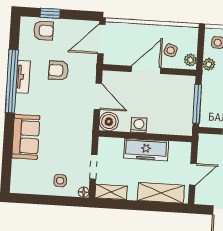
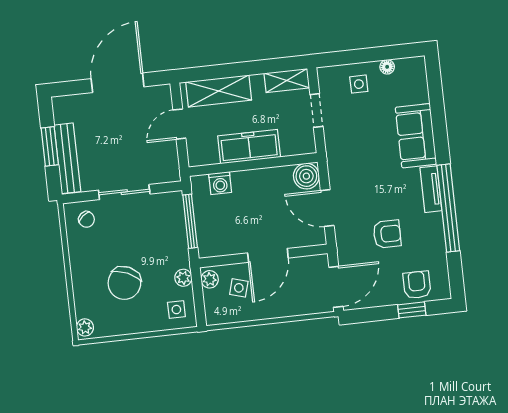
armchair: (43, 31) -> (417, 285), turned 90
tv unit: (23, 77) -> (431, 189), moved
washing machine: (139, 125) -> (220, 183), moved
floor lamp: (84, 192) -> (387, 67), moved

